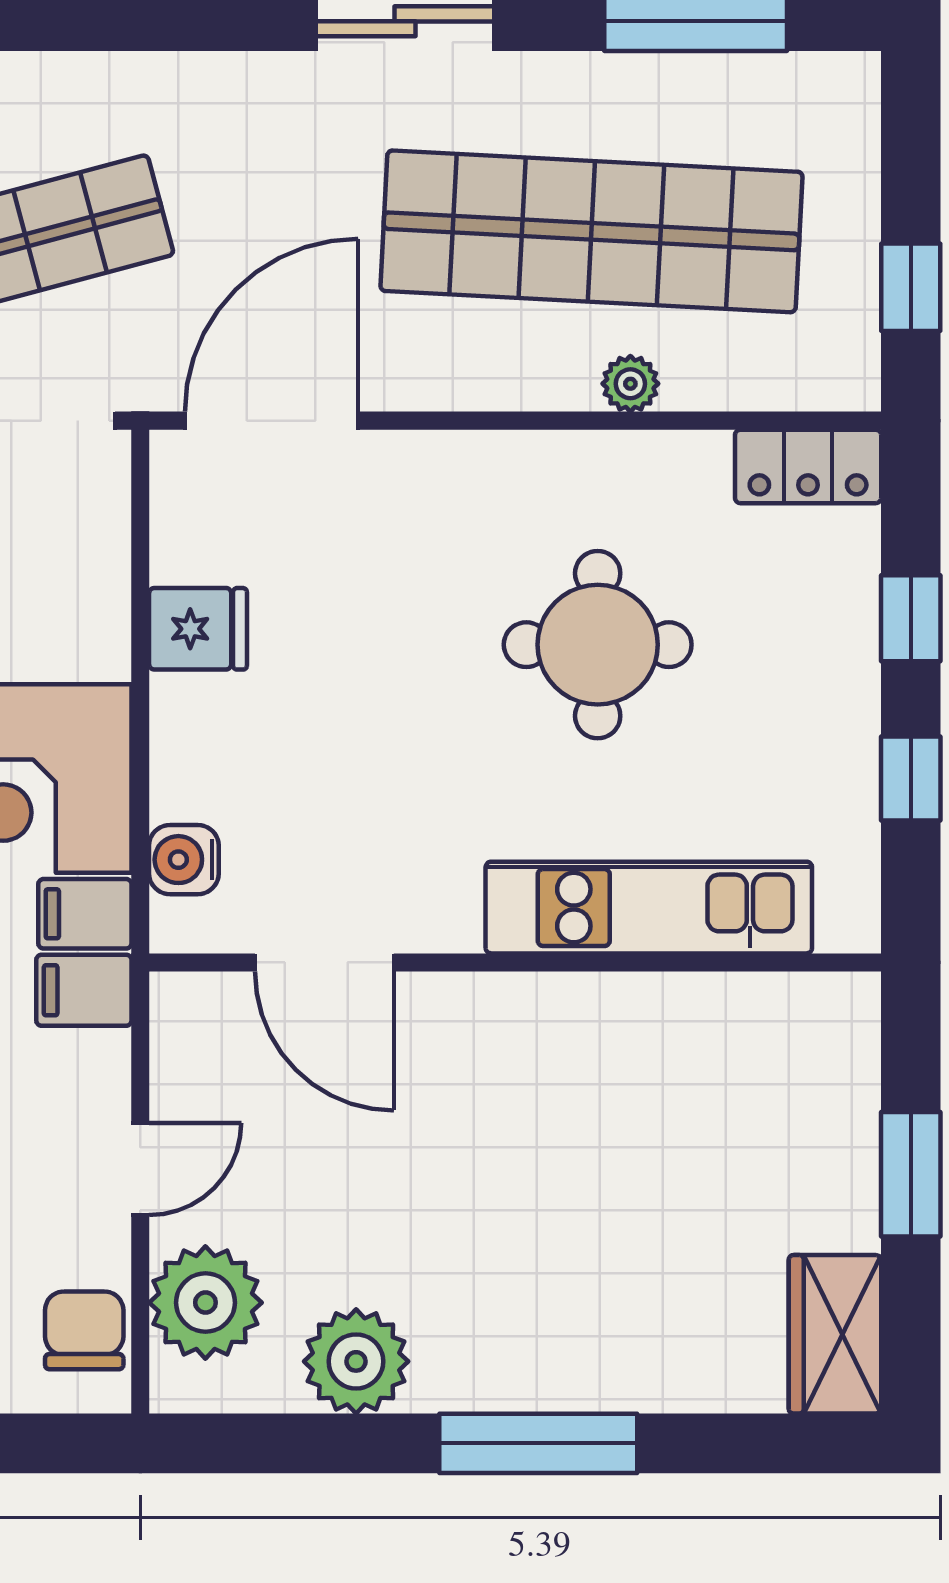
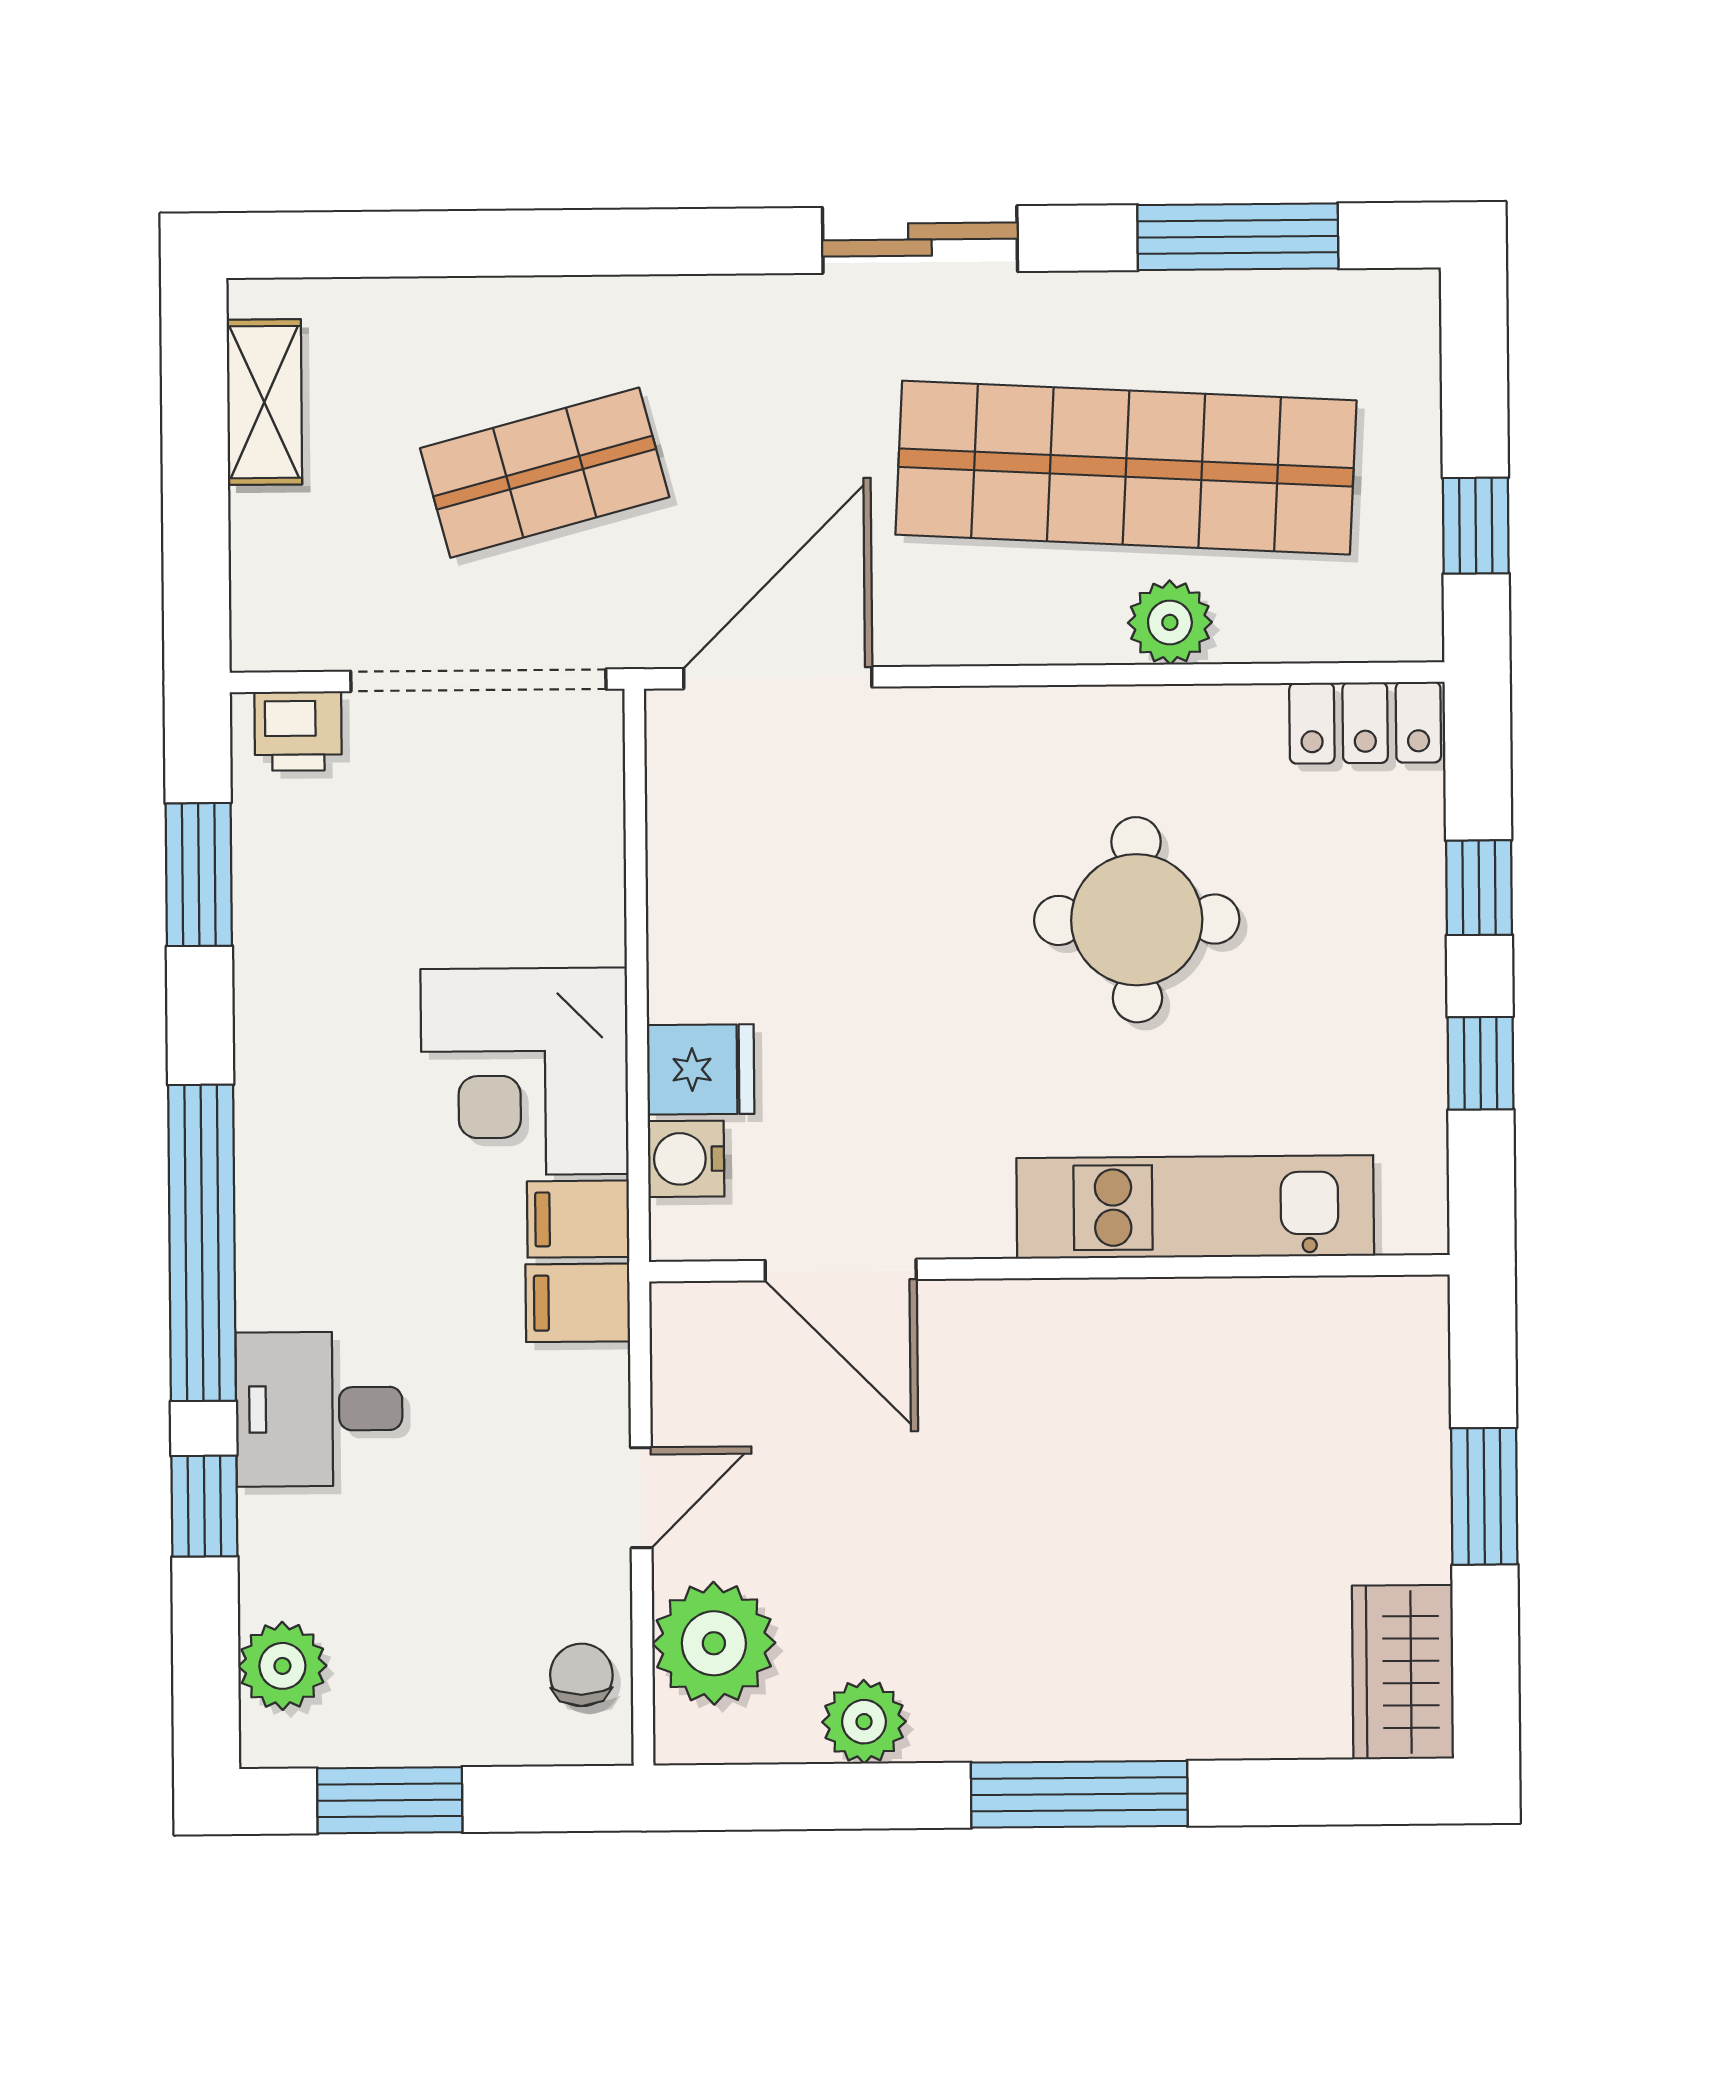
plant: (630, 384) -> (1170, 622), width x1.38, depth x1.38
fridge: (198, 629) -> (701, 1069), moved
chair: (84, 1330) -> (581, 1675), width x0.73, depth x0.73
plant: (356, 1361) -> (864, 1722), width x0.73, depth x0.73

